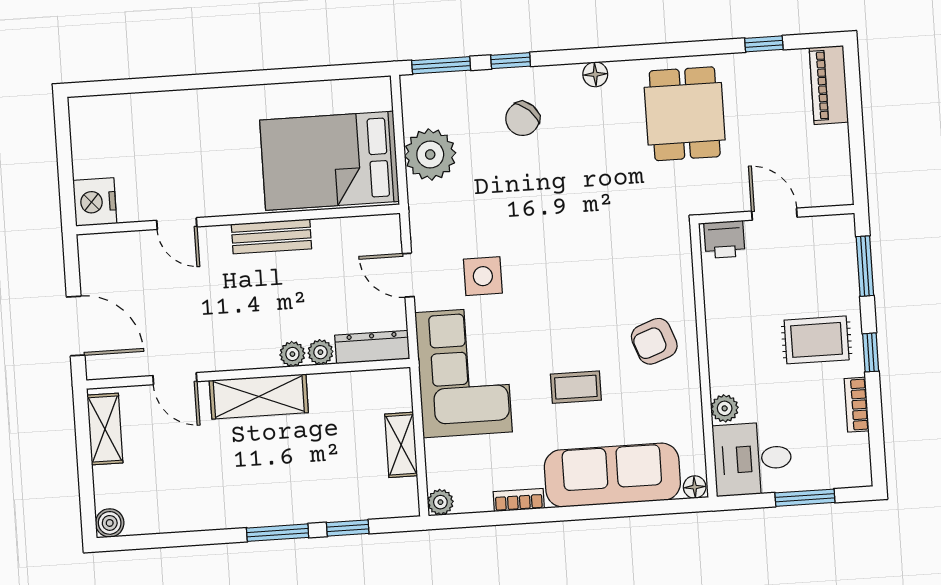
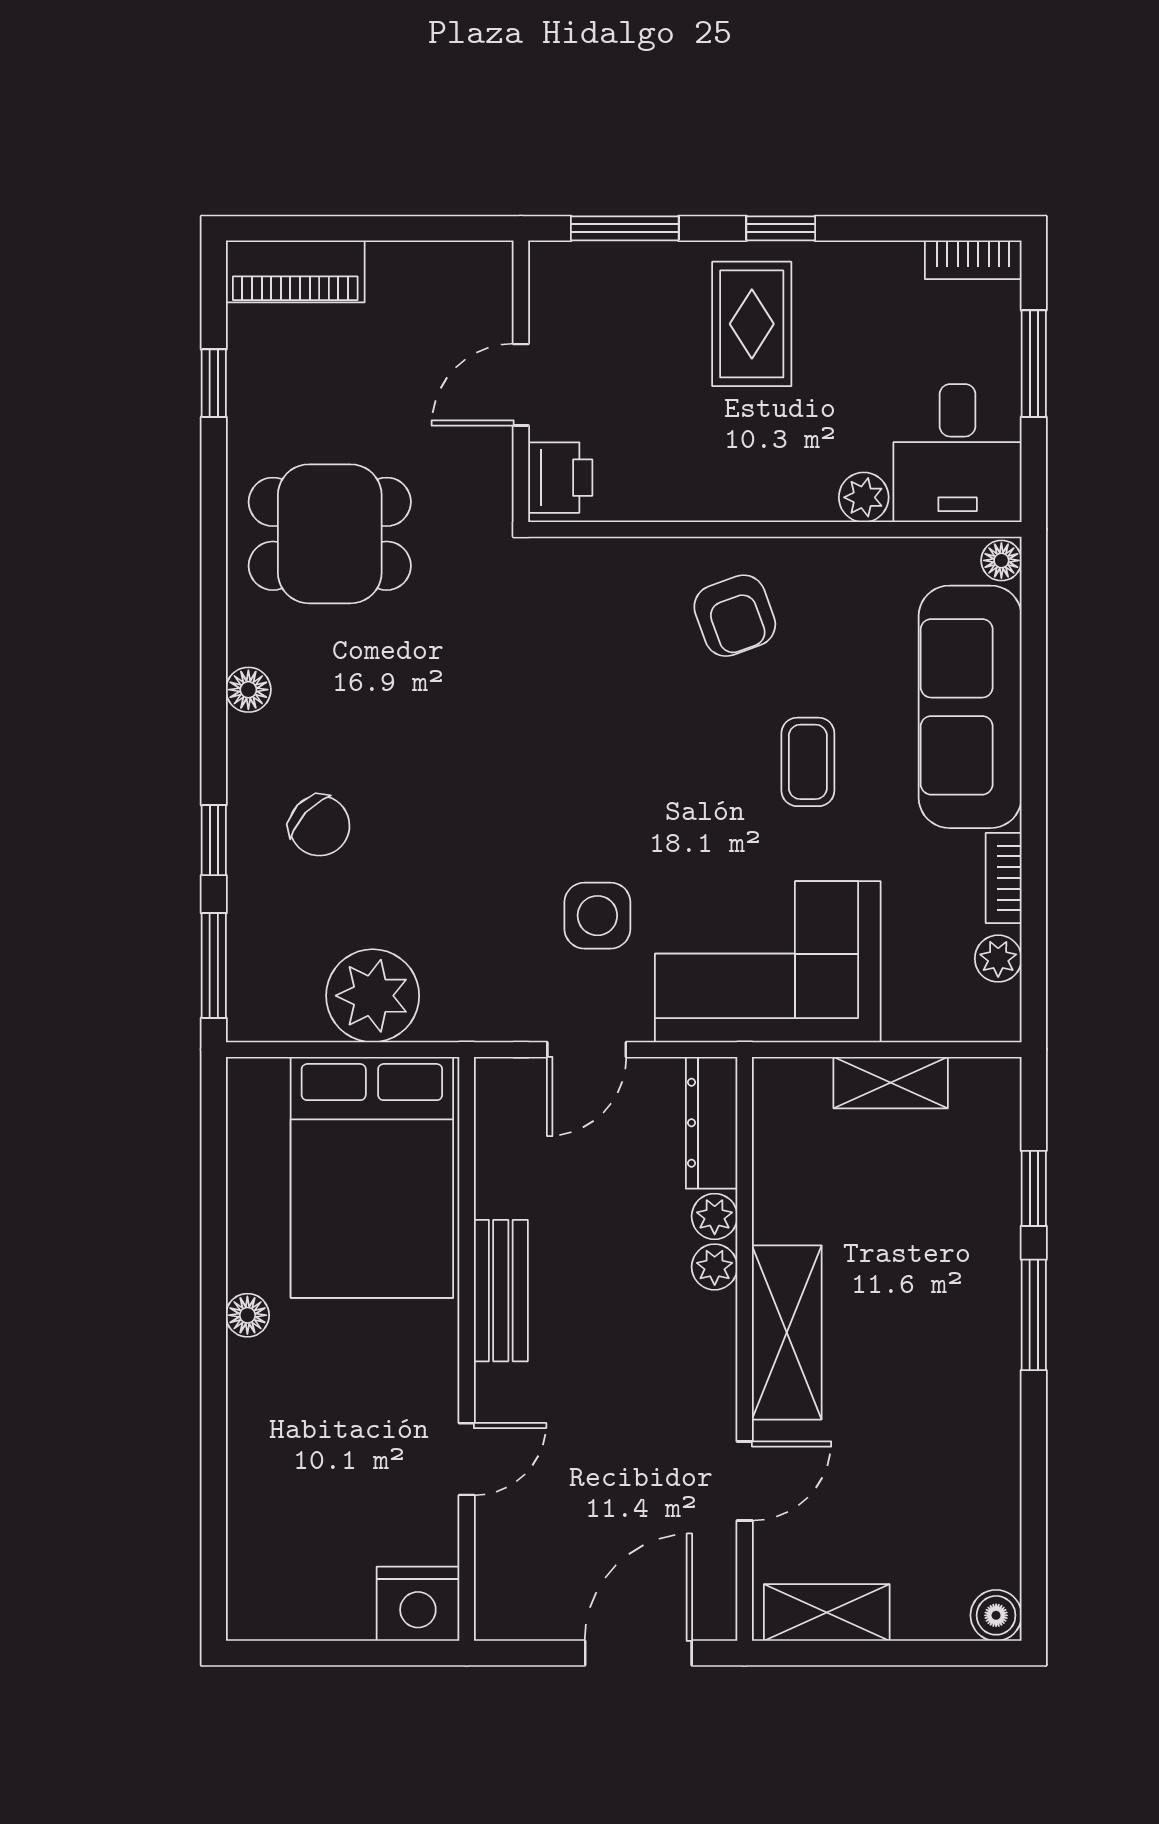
floor lamp: (248, 97) -> (247, 1315), added
bookcase: (857, 405) -> (973, 260), moved
plant: (440, 502) -> (998, 959), moved

